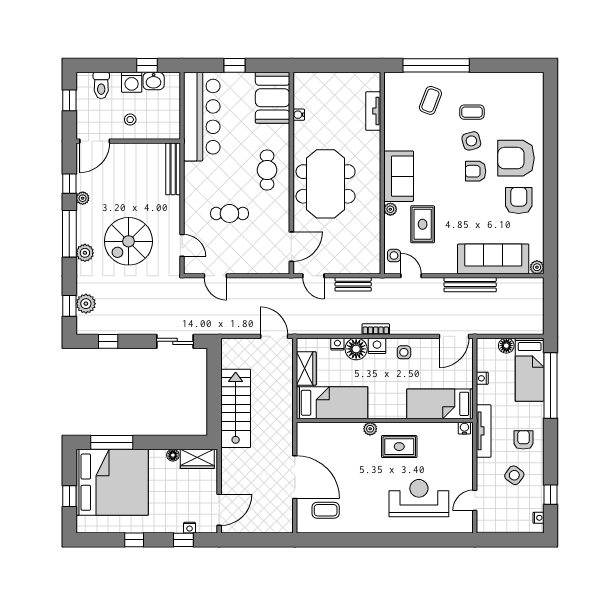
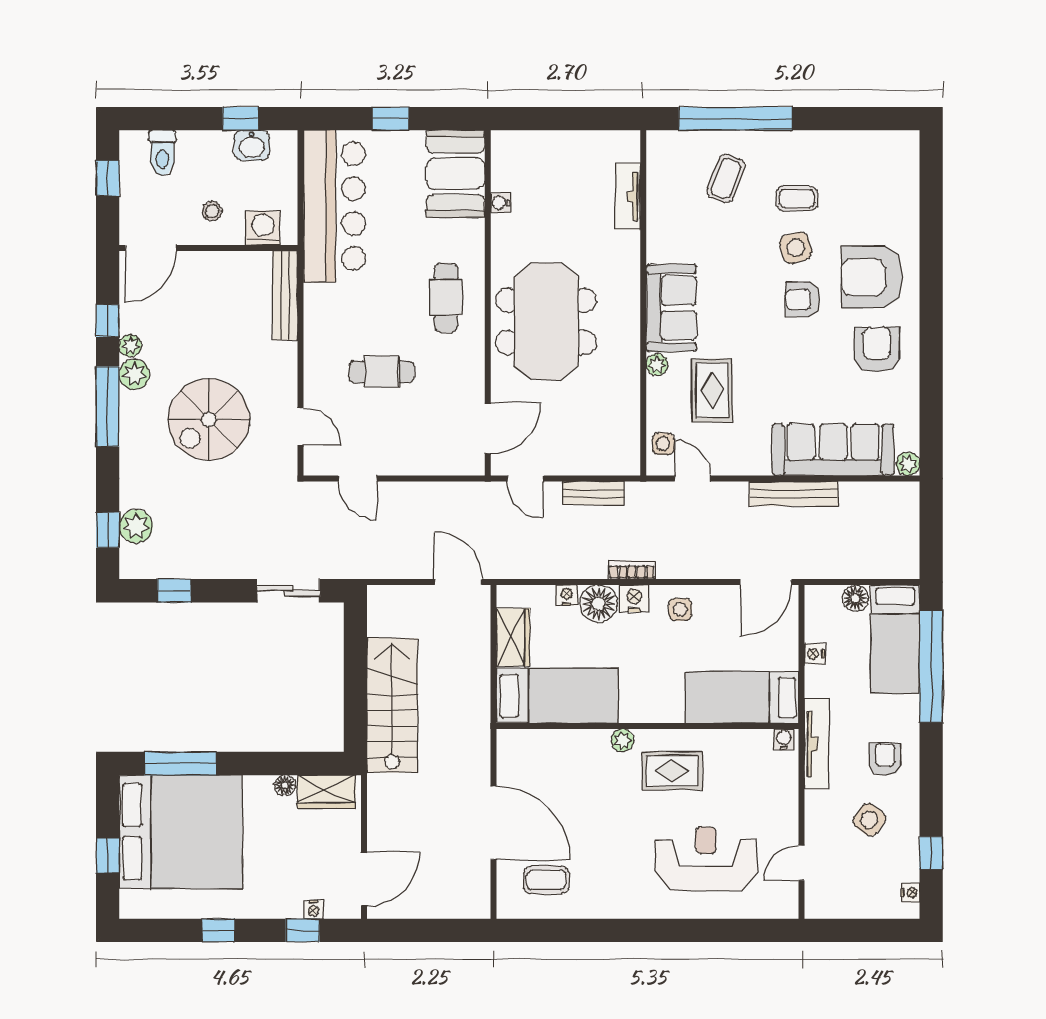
washing machine: (132, 82) -> (263, 228), moved, turned 180
plant: (85, 253) -> (134, 374), moved

